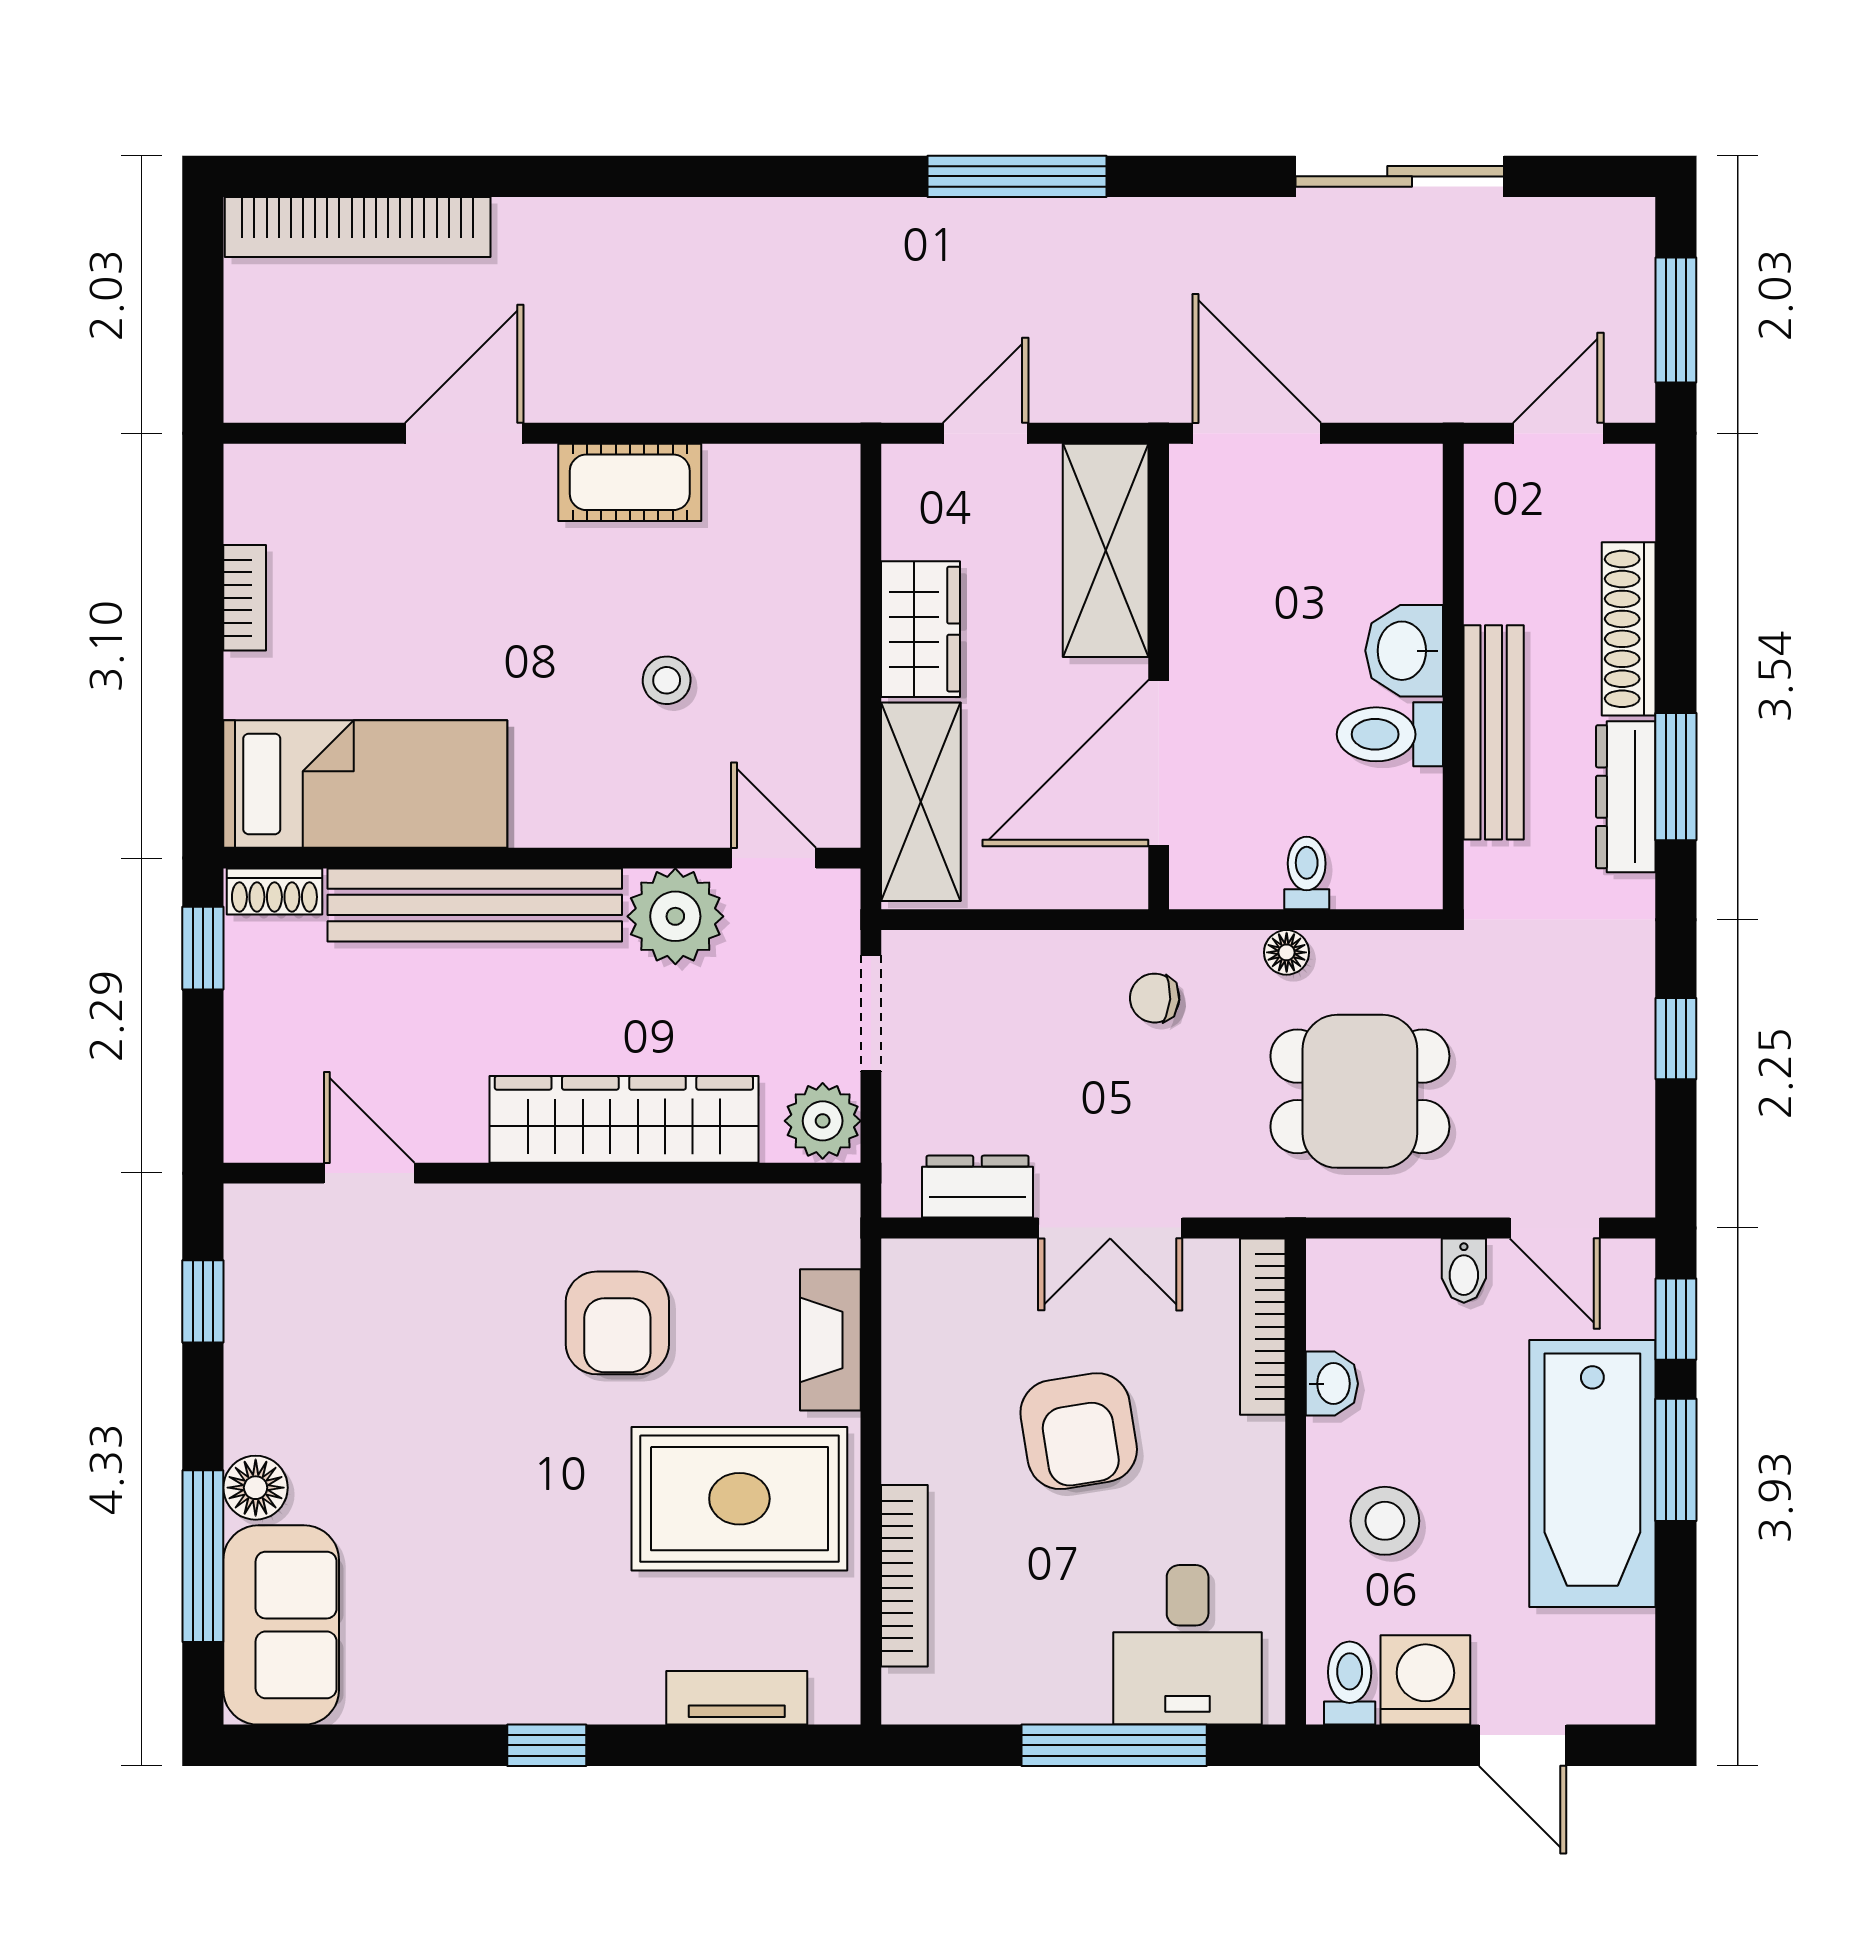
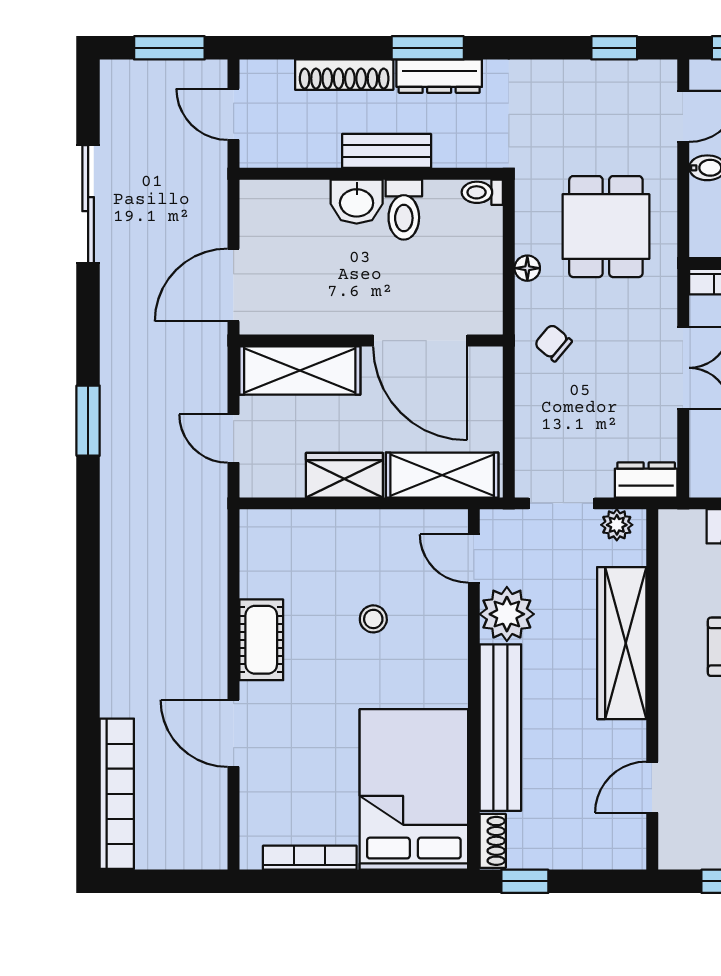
window: (1017, 176) -> (88, 421), width x0.69
bookcase: (245, 598) -> (310, 858), width x1.56
bench: (1494, 732) -> (387, 151), width x0.73
bed: (365, 784) -> (414, 789), width x1.50
door: (774, 858) -> (474, 558), hinge flipped
toilet: (1307, 873) -> (482, 192), moved
chair: (1155, 998) -> (553, 343), turned 126
window: (1676, 1039) -> (614, 48), moved
plant: (823, 1121) -> (617, 525), width x0.73, depth x0.73
dresser: (977, 1187) -> (646, 480), moved, turned 90

